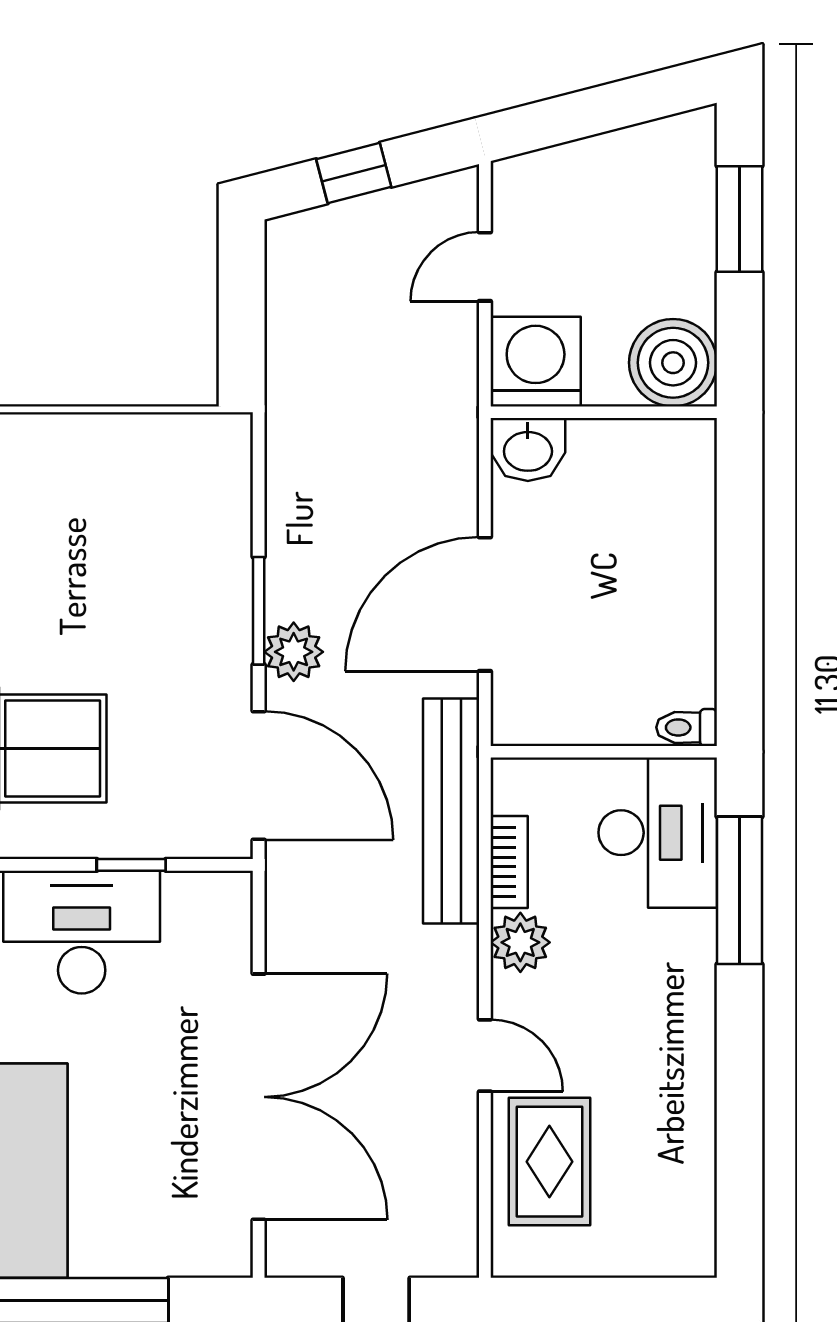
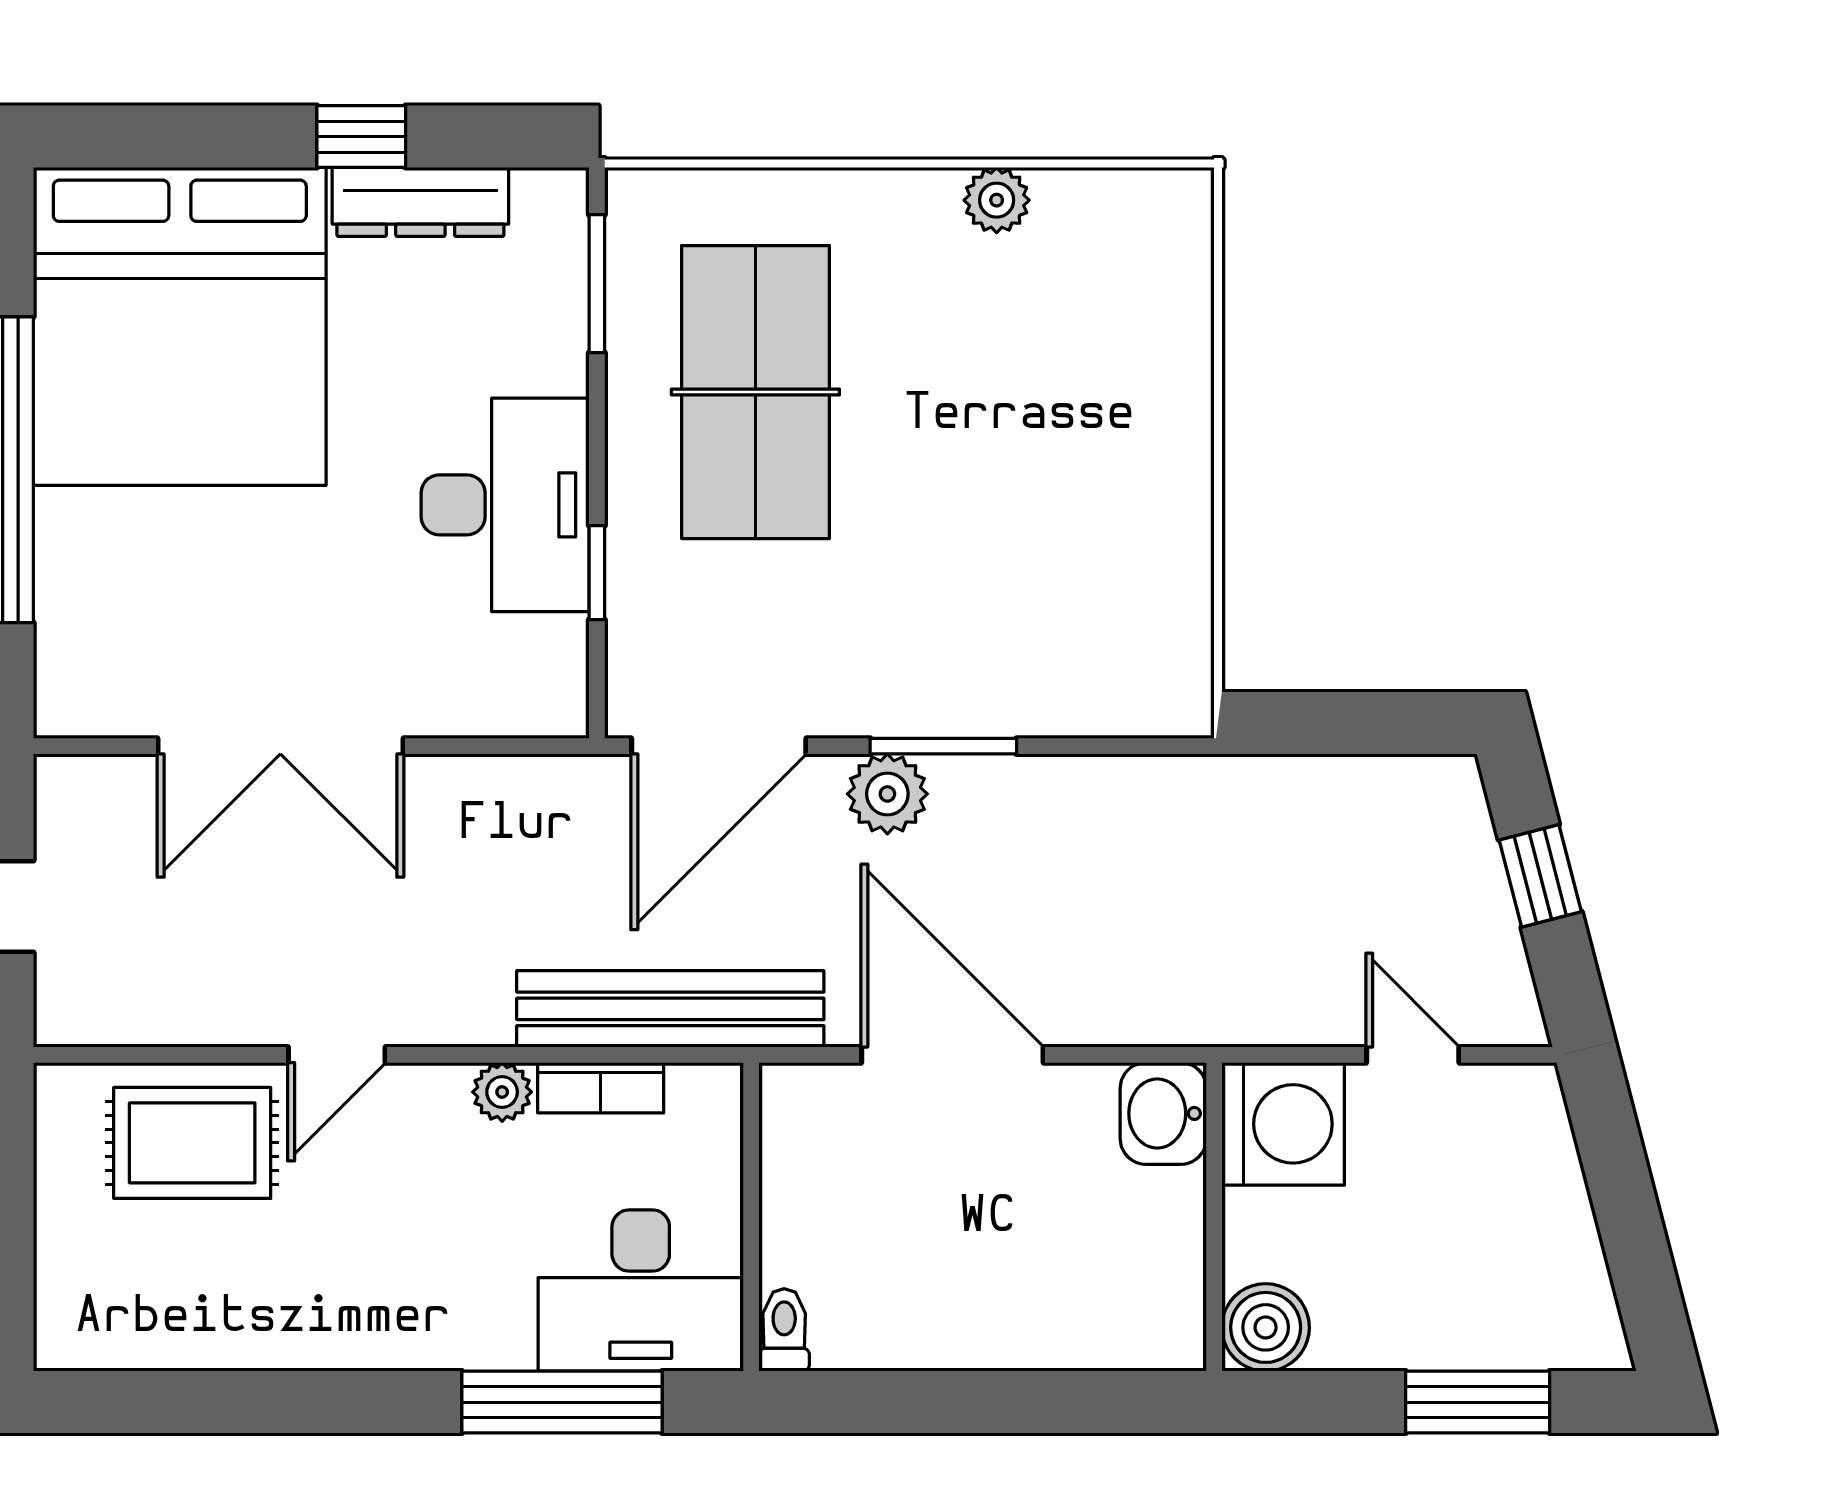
boiler: (673, 363) -> (1266, 1327), width x0.73, depth x0.73
plant: (520, 942) -> (502, 1092), width x0.73, depth x0.73
double door: (259, 1097) -> (280, 746), width x0.73

